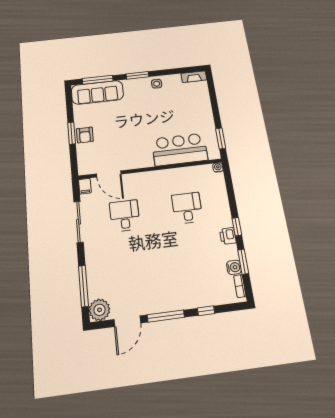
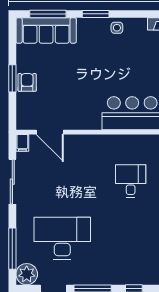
armchair: (85, 135) -> (27, 82), turned 180
desk: (125, 216) -> (62, 238), moved, width x1.87, depth x1.30

